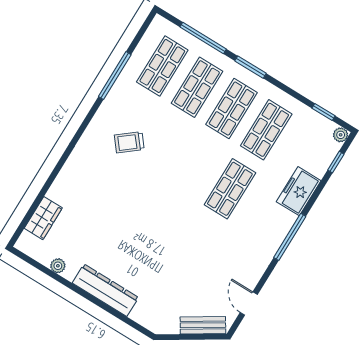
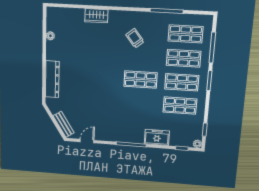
shop shelf: (230, 189) -> (140, 80), moved
wardrobe: (43, 218) -> (96, 16), moved
dresser: (105, 290) -> (52, 79), moved

